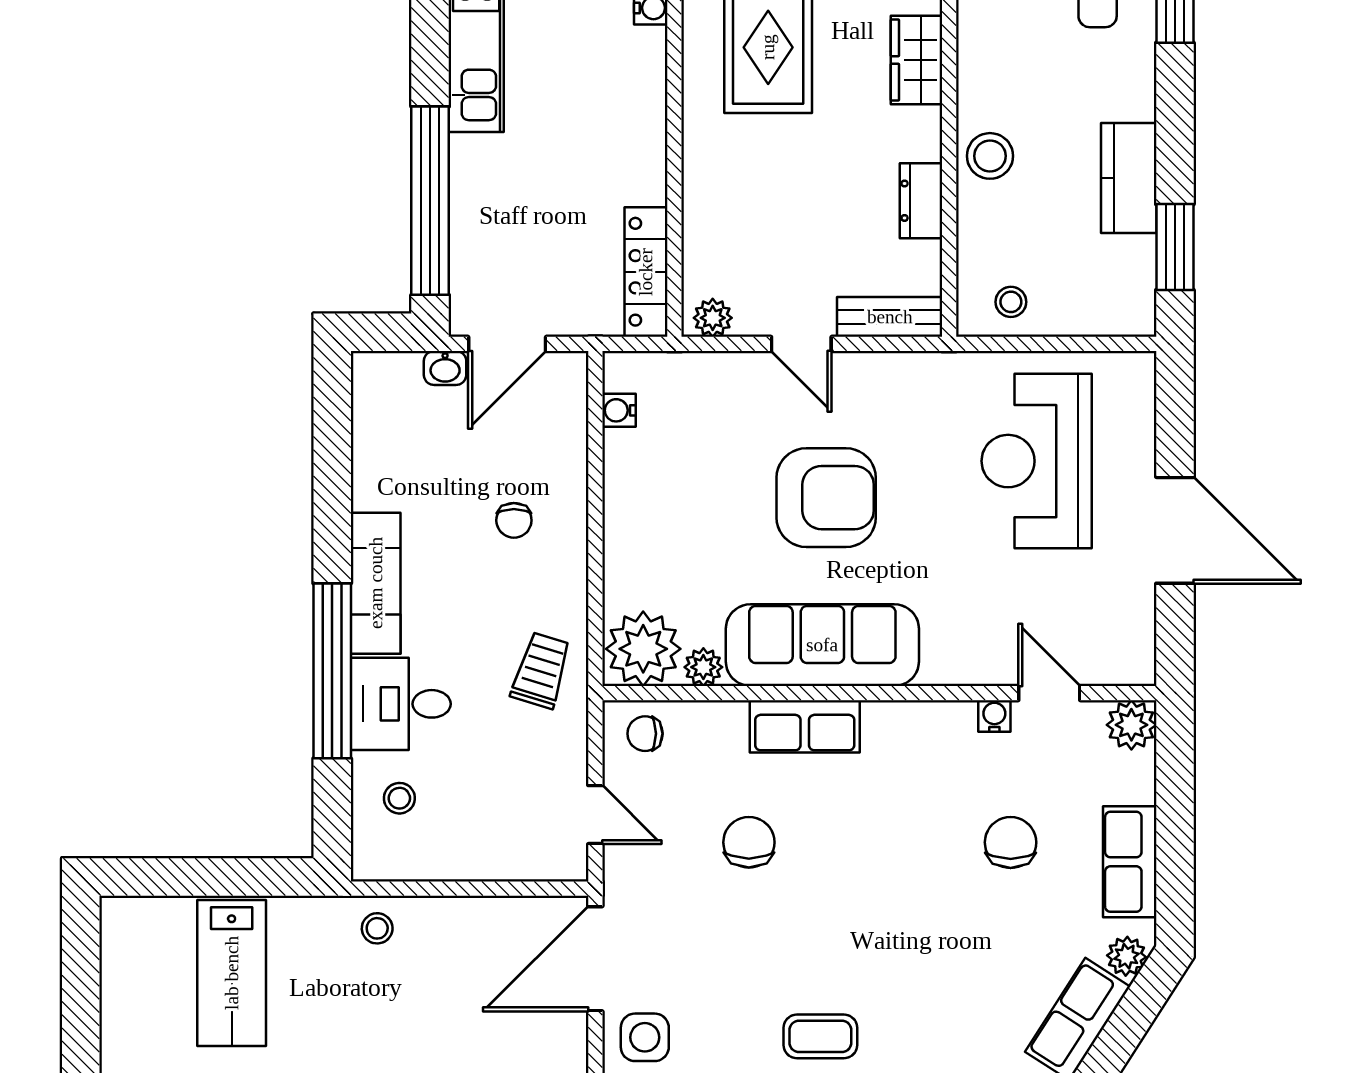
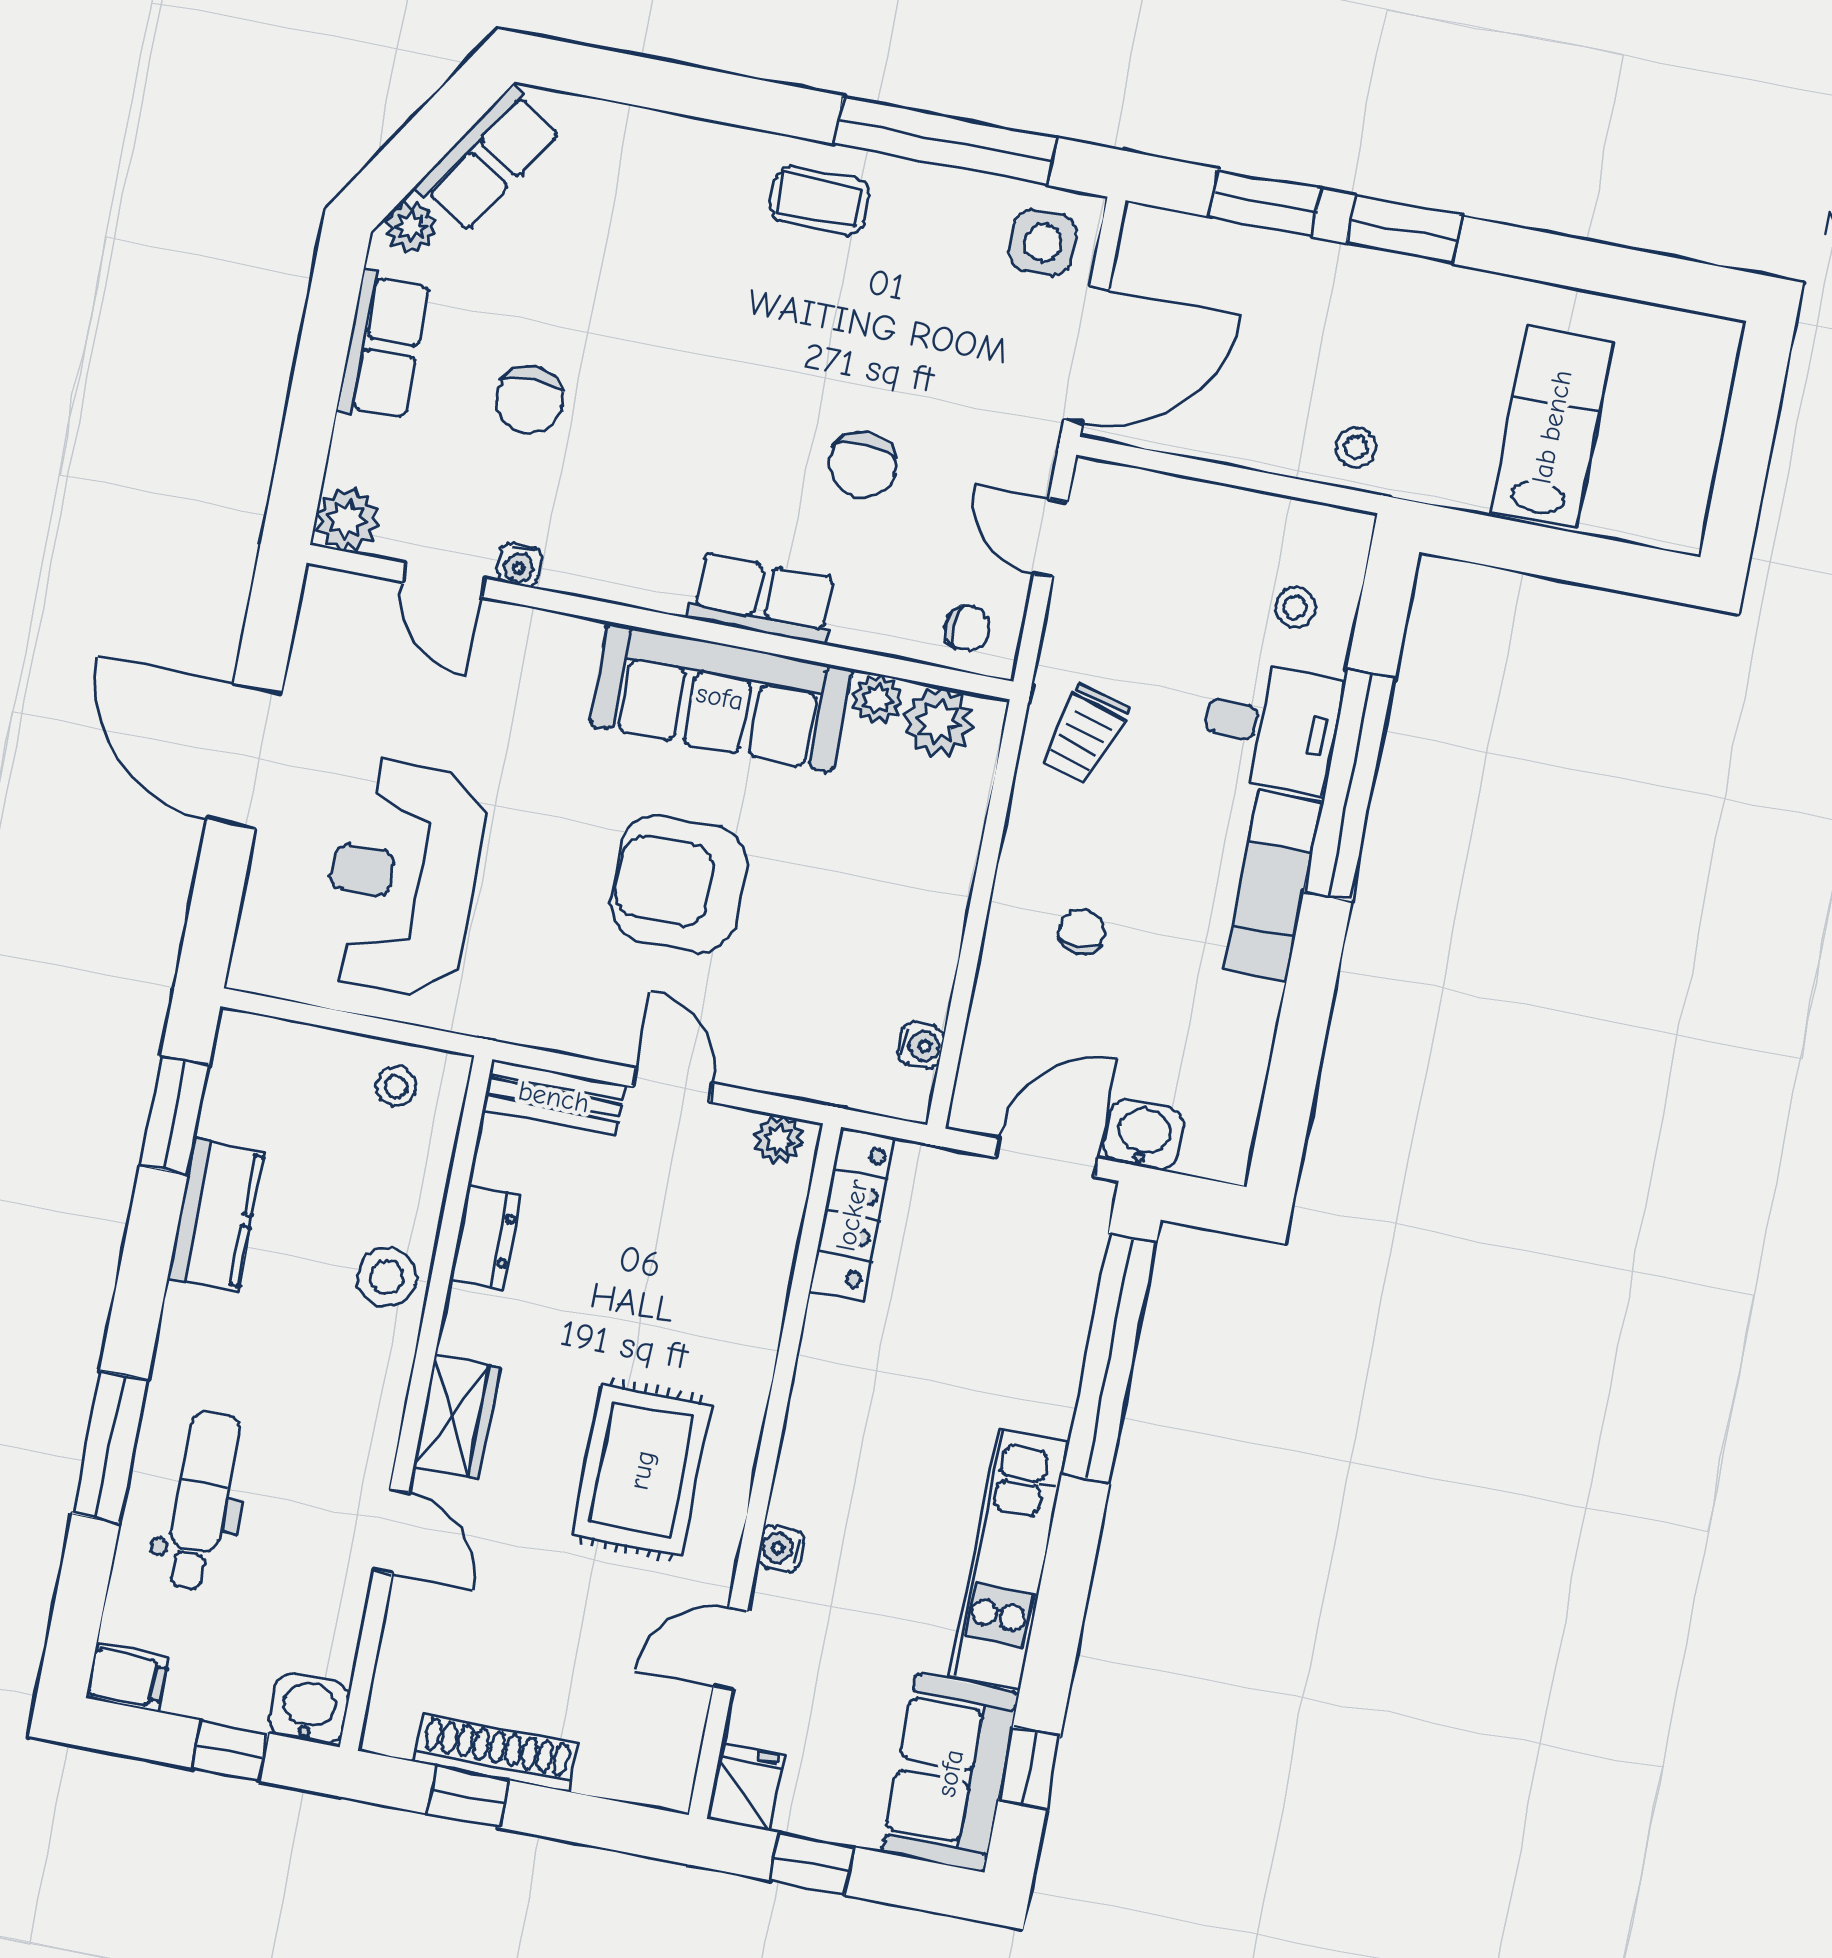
washbasin: (445, 368) -> (1143, 1135), width x1.38, depth x1.45
reception desk: (1037, 461) -> (403, 878), turned 180
plant: (643, 649) -> (939, 722), width x0.73, depth x0.73

